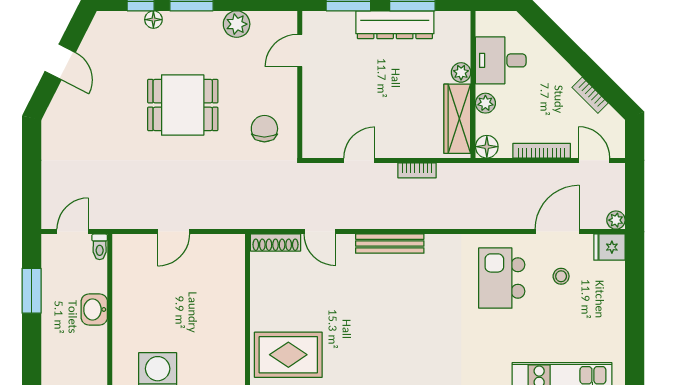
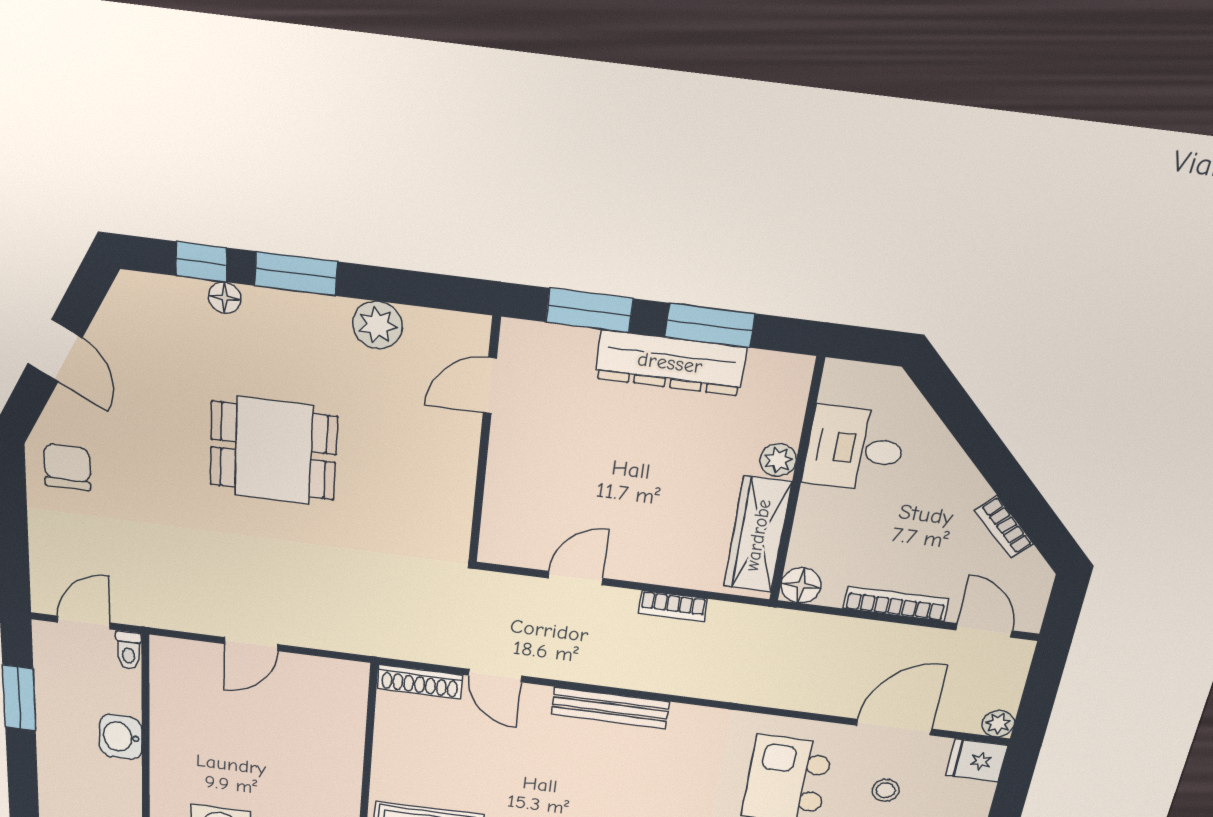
plant: (485, 103) -> (813, 516), removed
chair: (264, 129) -> (67, 467), moved

